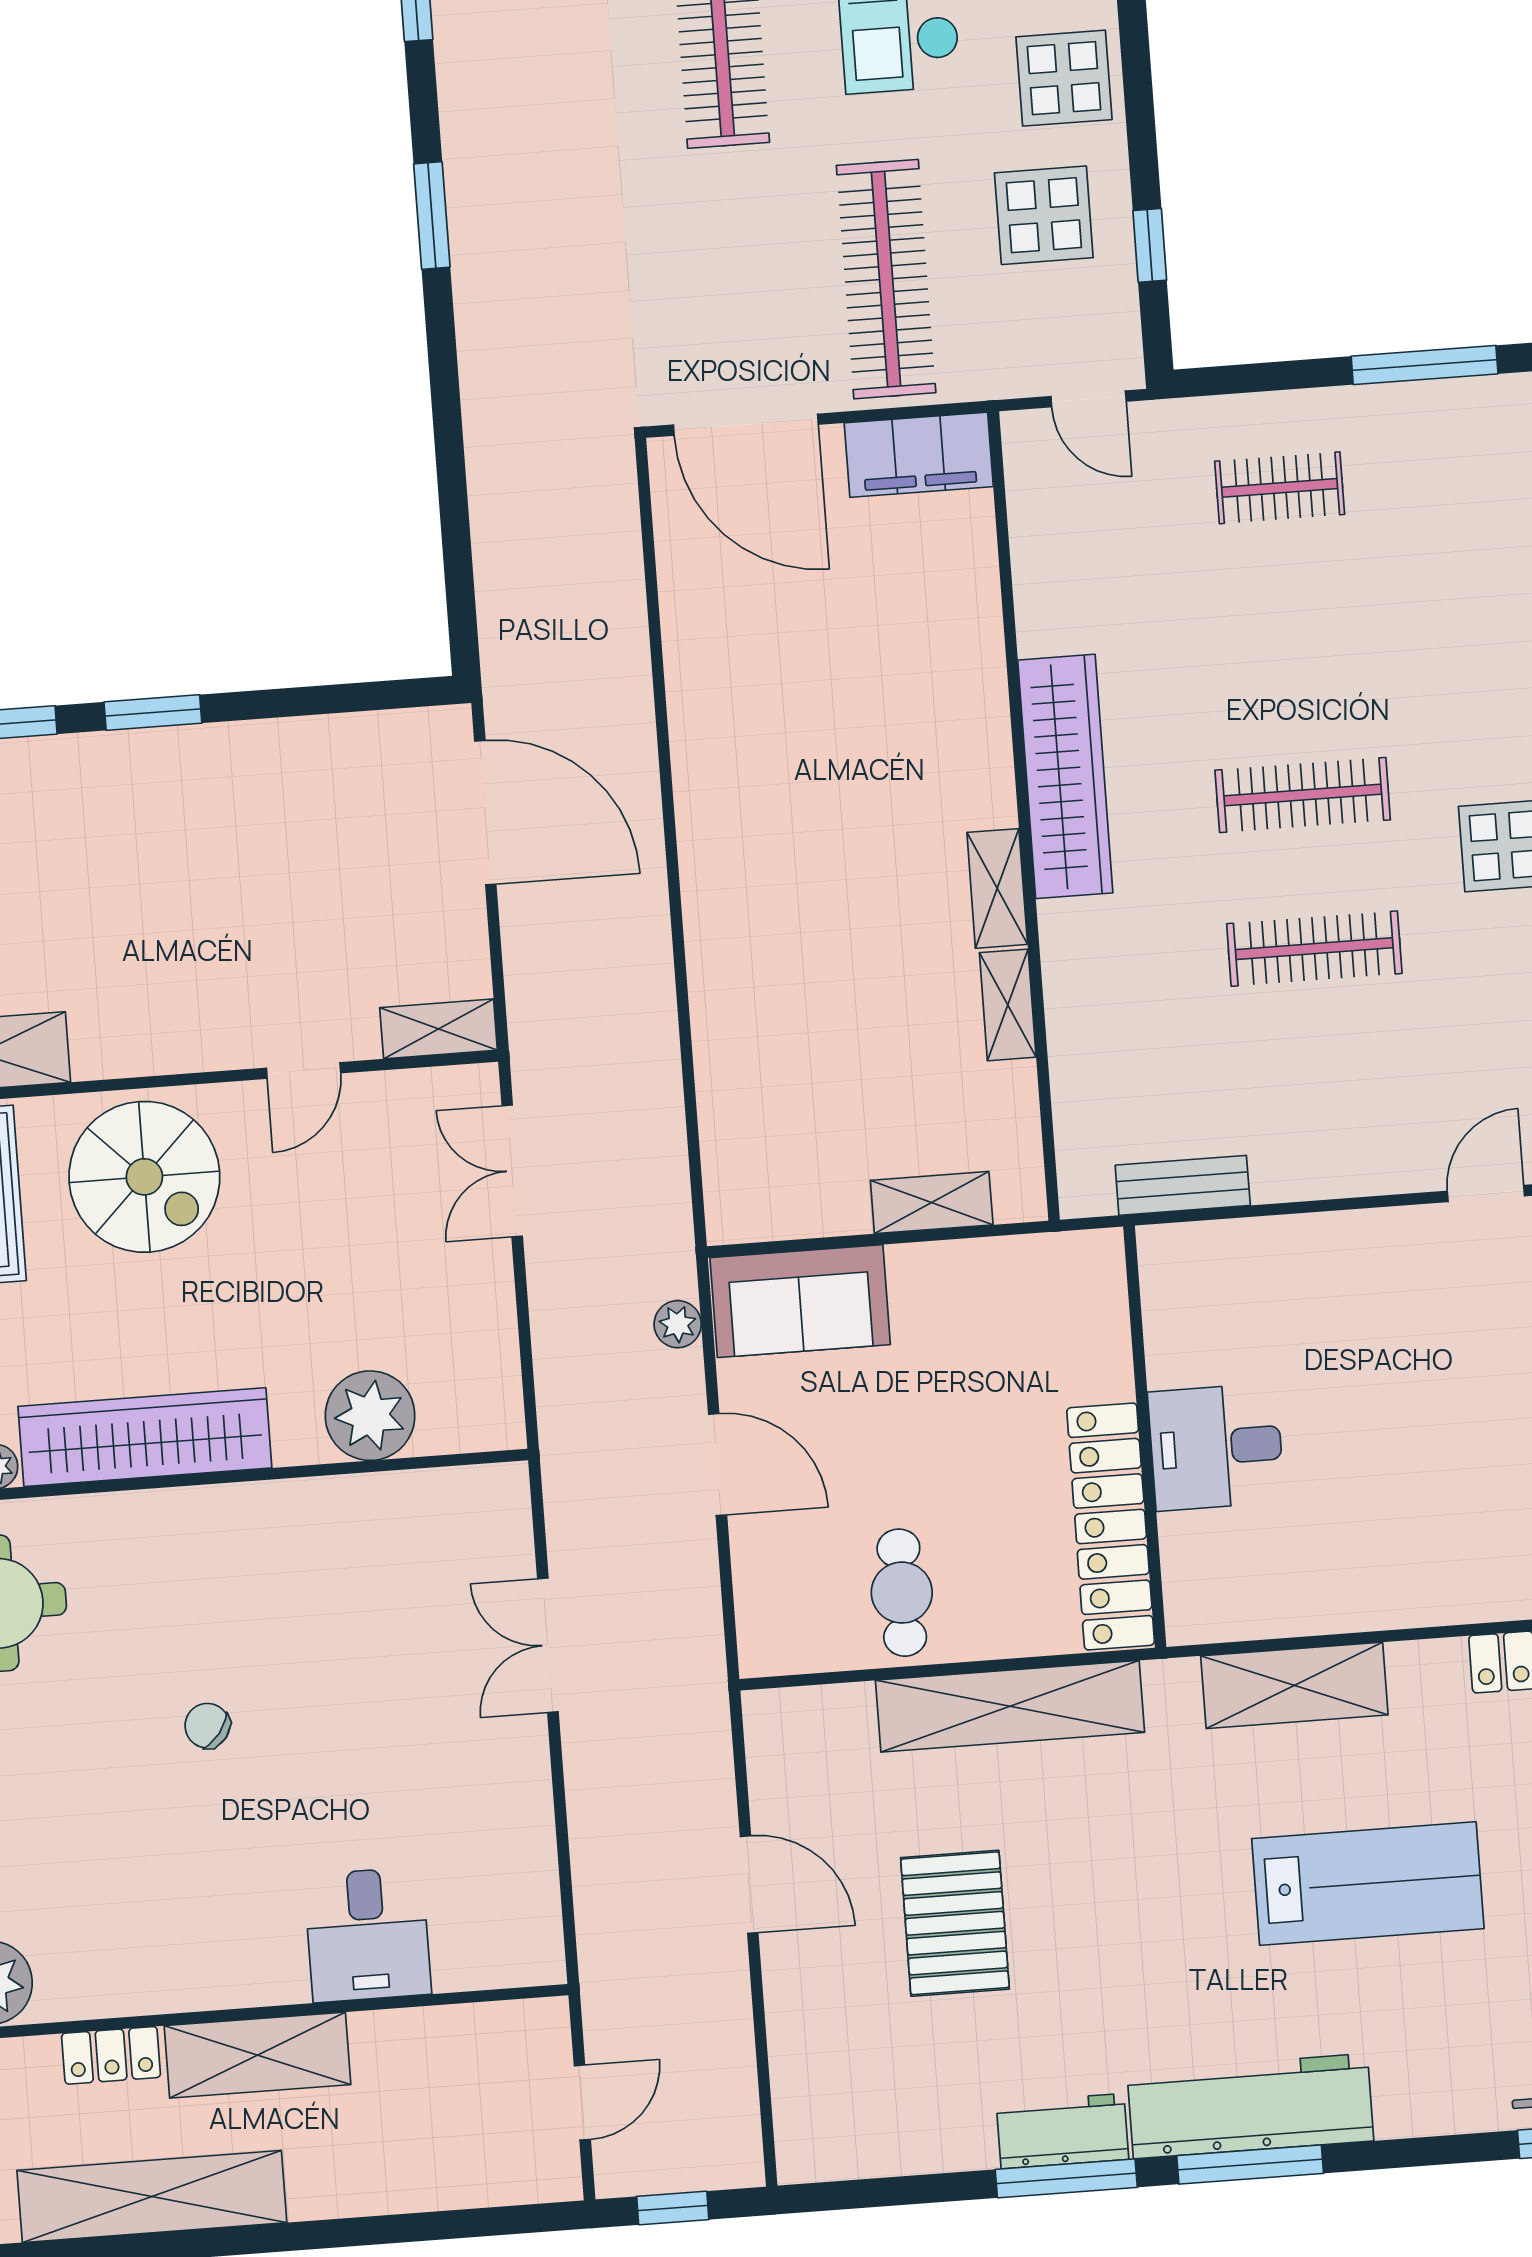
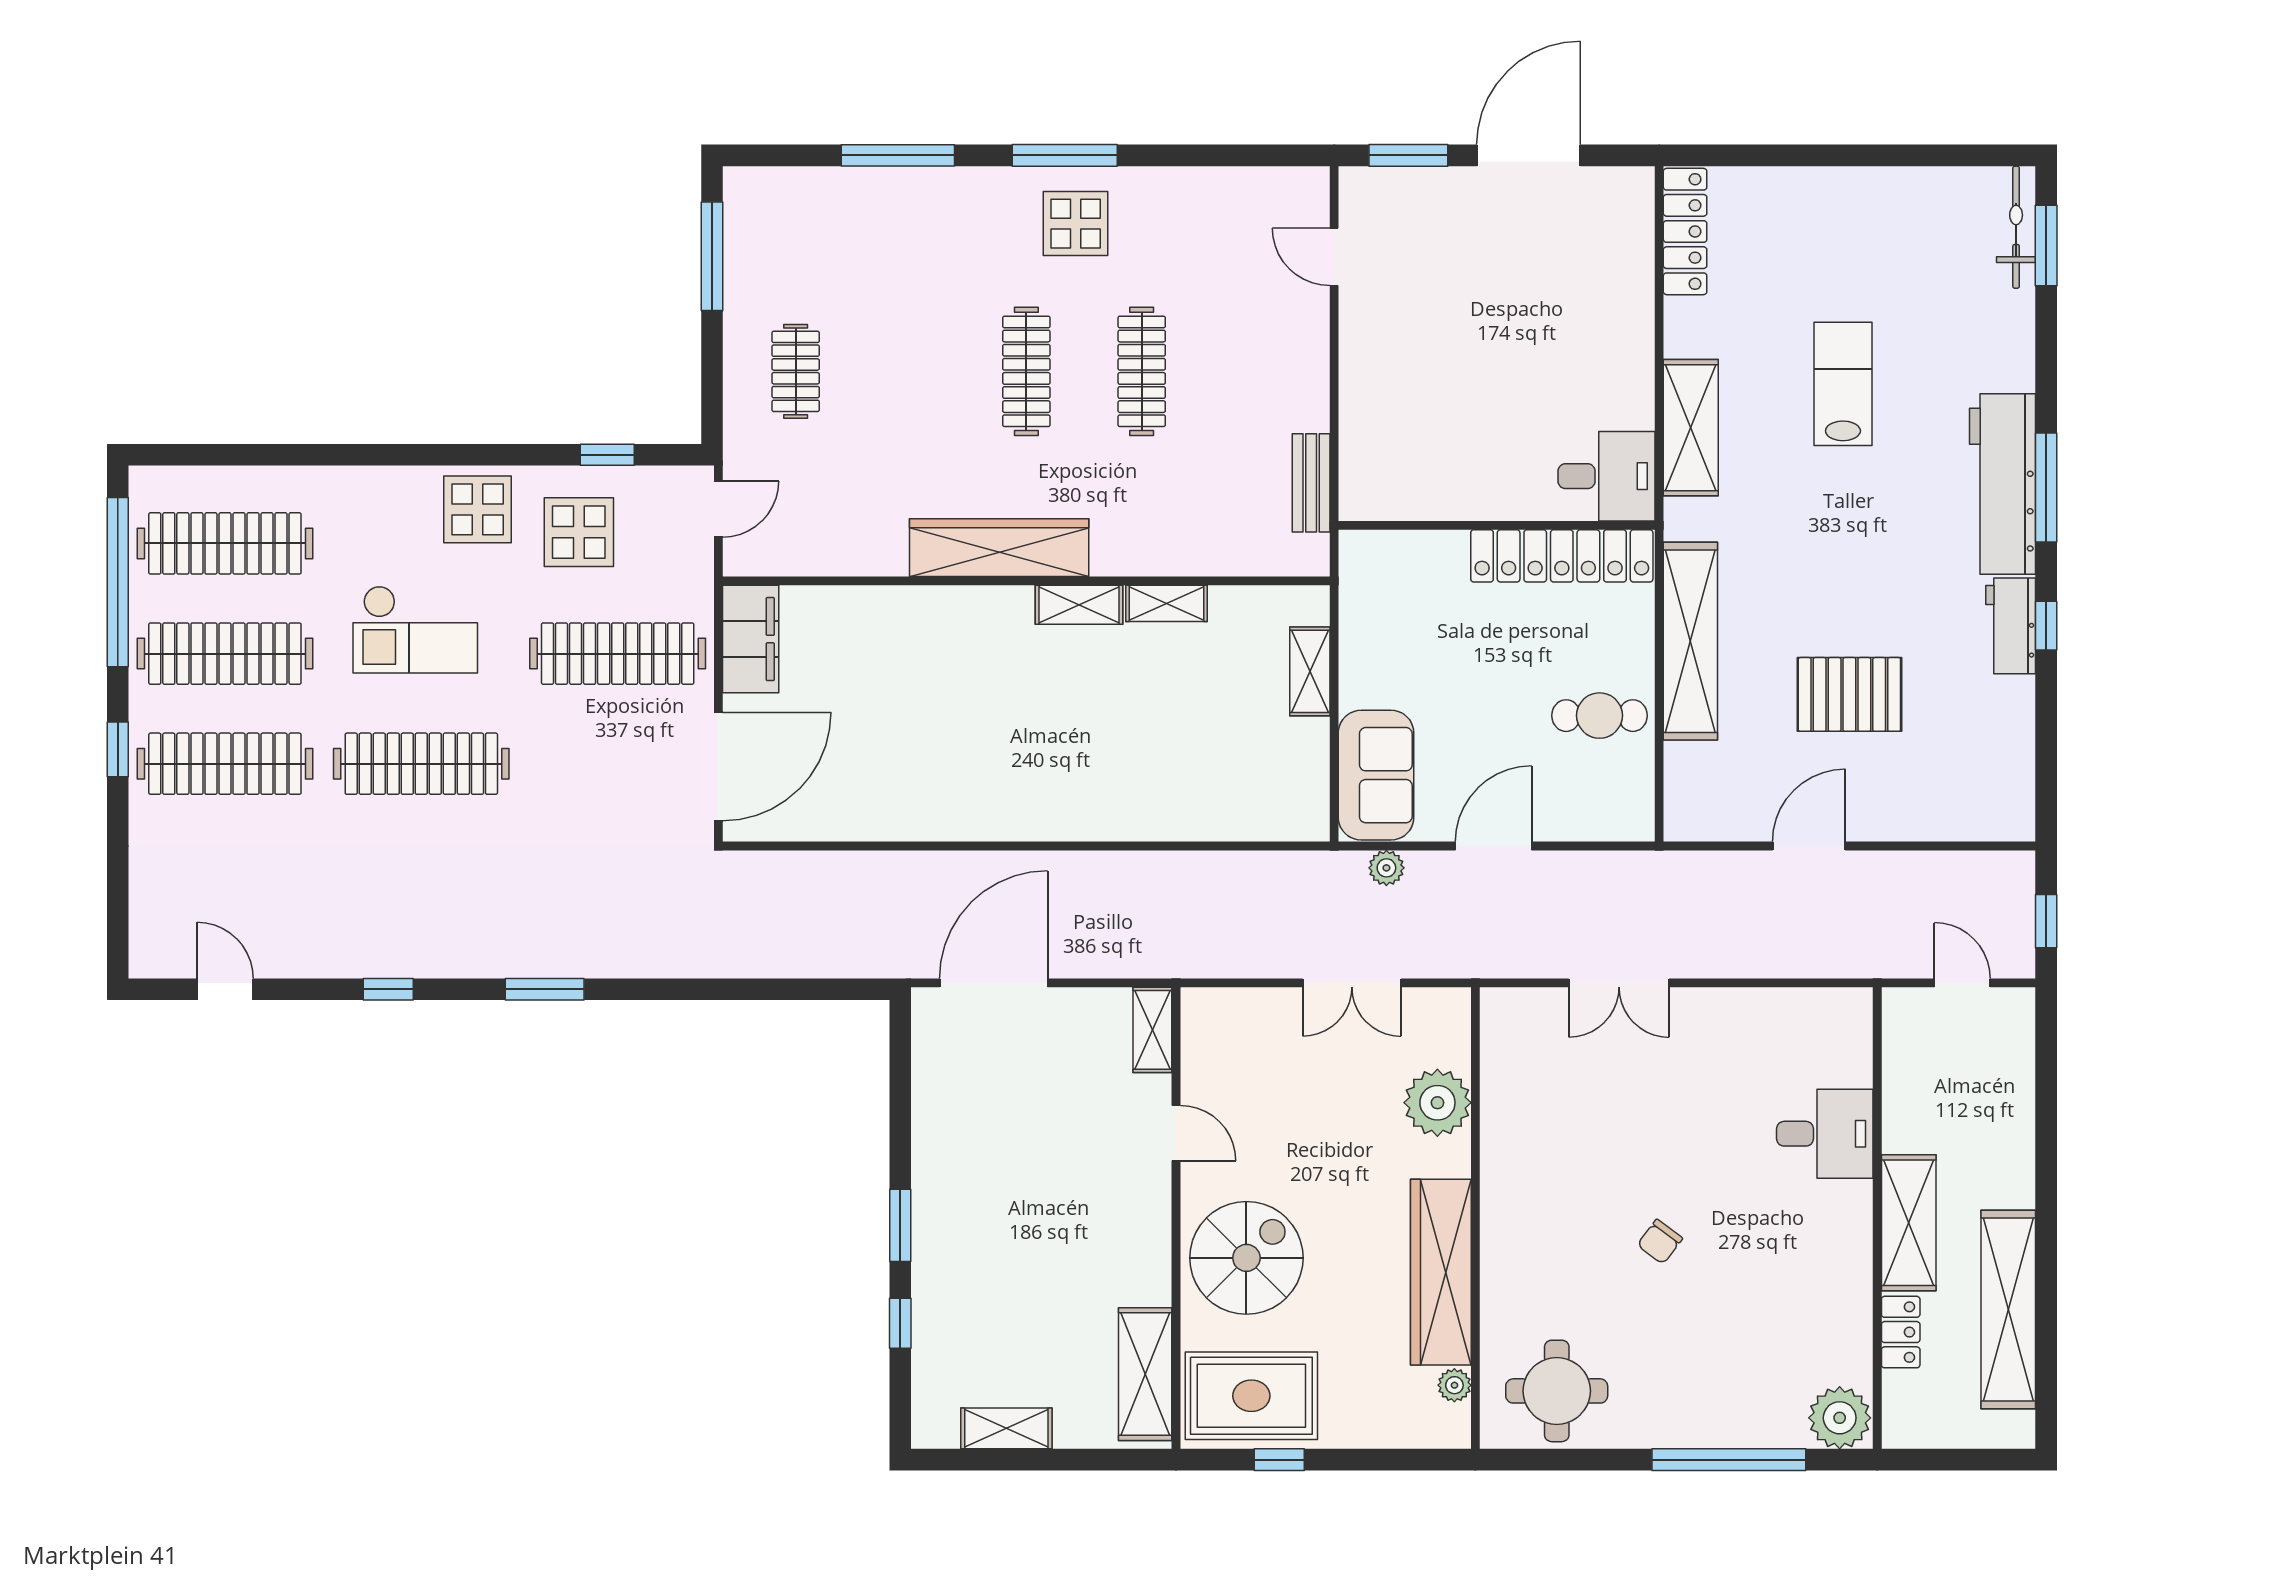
double door: (512, 1171) -> (1352, 983), moved
desk: (1216, 1447) -> (1607, 476), moved, turned -90
lab bench: (1368, 1884) -> (1843, 384), width x0.73, depth x0.72
window: (1066, 2178) -> (2046, 626), width x0.46

